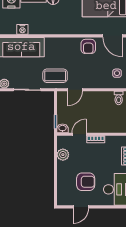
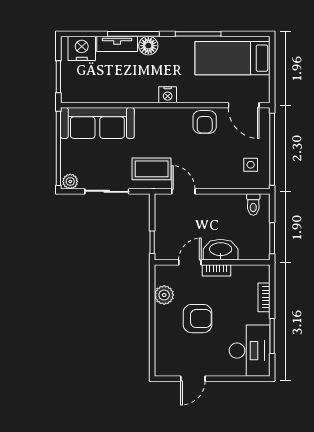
nightstand: (22, 29) -> (168, 95), moved
door: (75, 90) -> (183, 191), swing flipped
washbasin: (62, 128) -> (221, 250), moved, width x1.91, depth x1.45
armchair: (86, 182) -> (197, 319), moved

